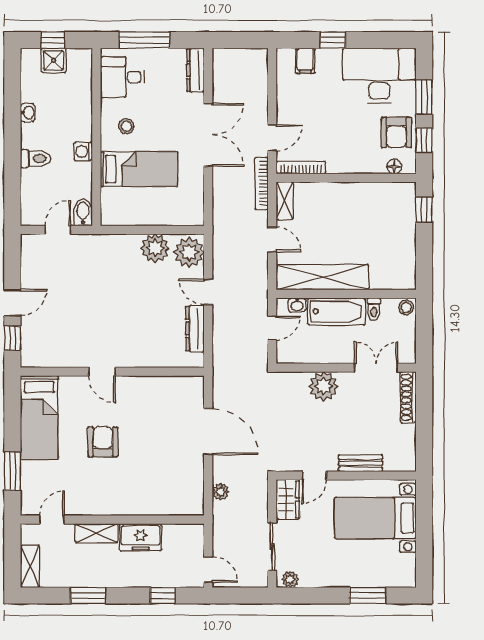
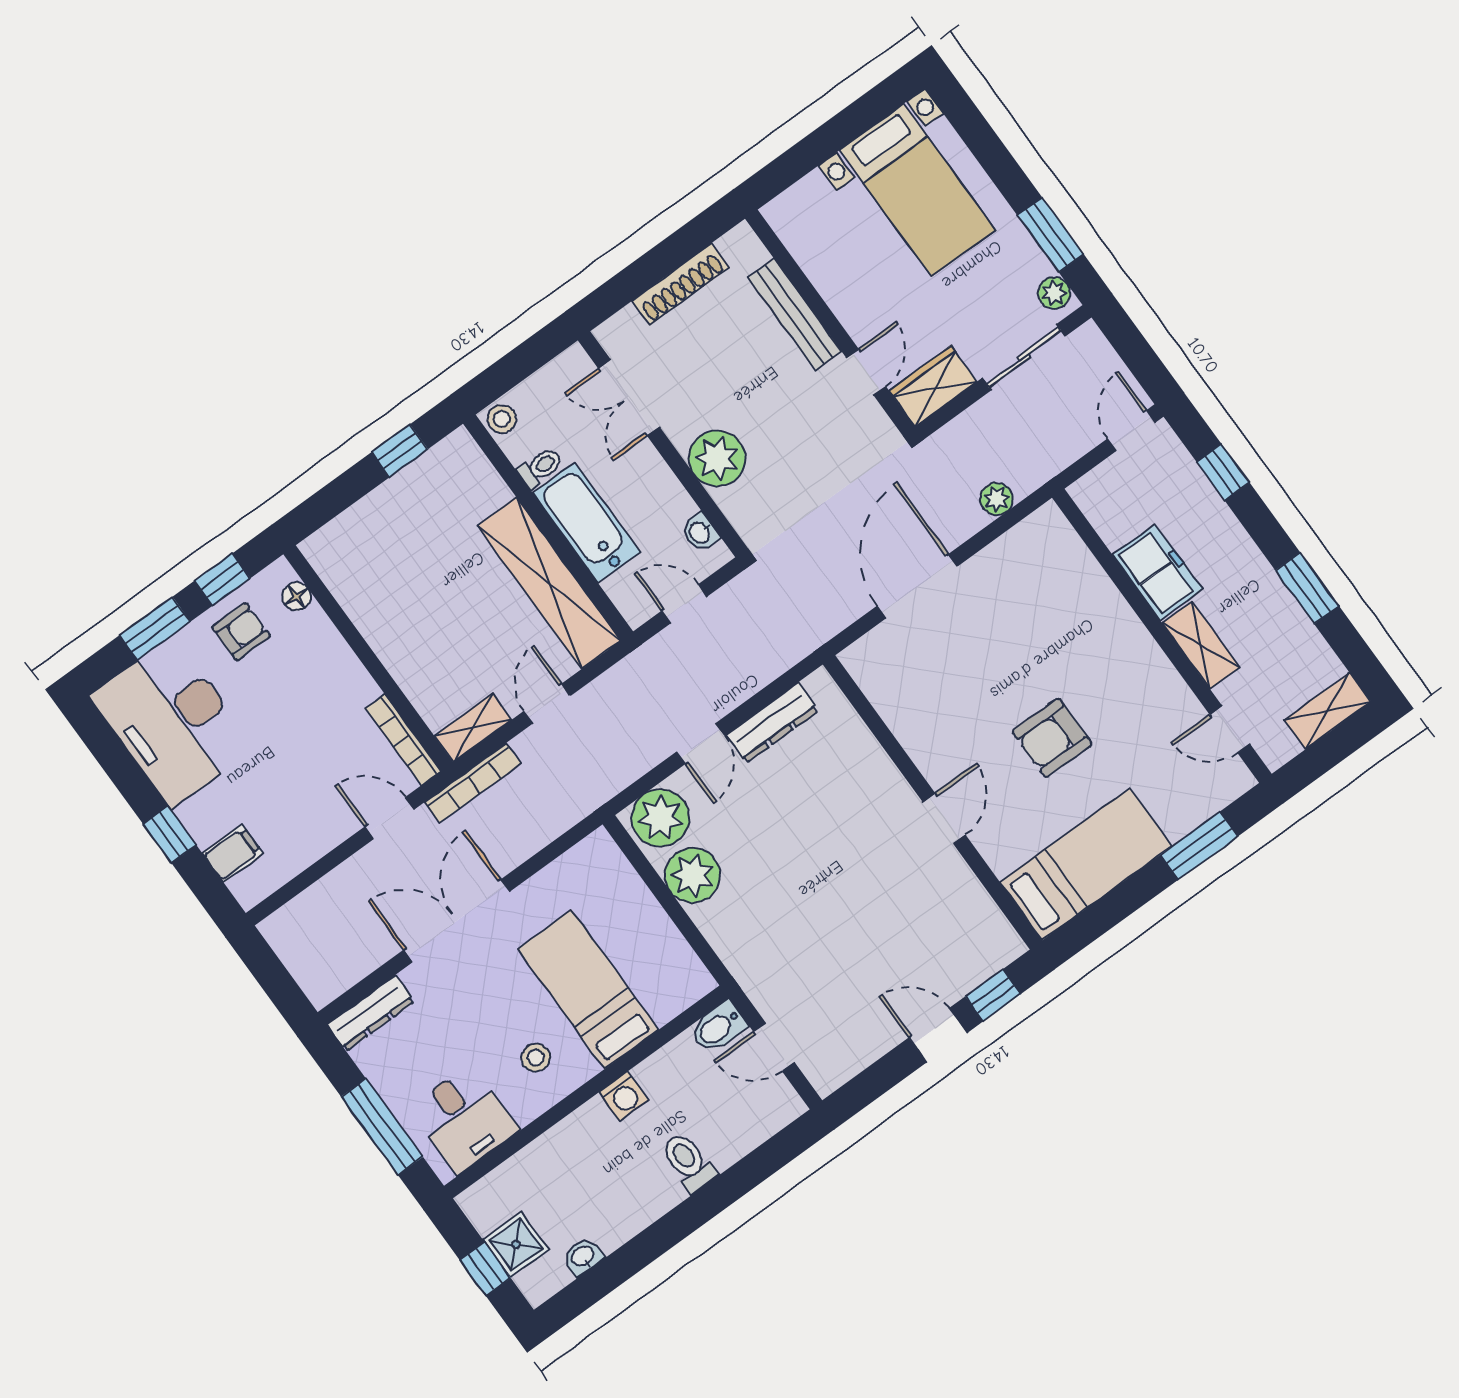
washbasin: (28, 113) -> (583, 1257), moved
armchair: (396, 132) -> (241, 632), width x0.72, depth x0.72
window: (424, 210) -> (400, 451), moved
washbasin: (297, 305) -> (700, 532), moved, turned 180
shoe rack: (408, 397) -> (680, 284), moved
bench: (361, 463) -> (795, 314), width x1.36
door: (314, 476) -> (866, 372), hinge flipped
bed with nightstands: (375, 518) -> (917, 190), moved
window: (368, 596) -> (1051, 235), moved

